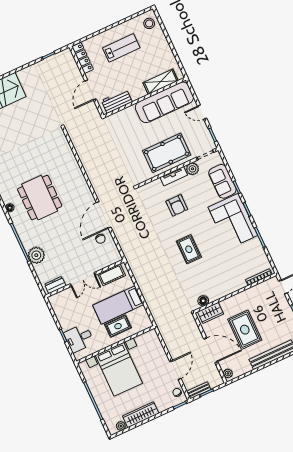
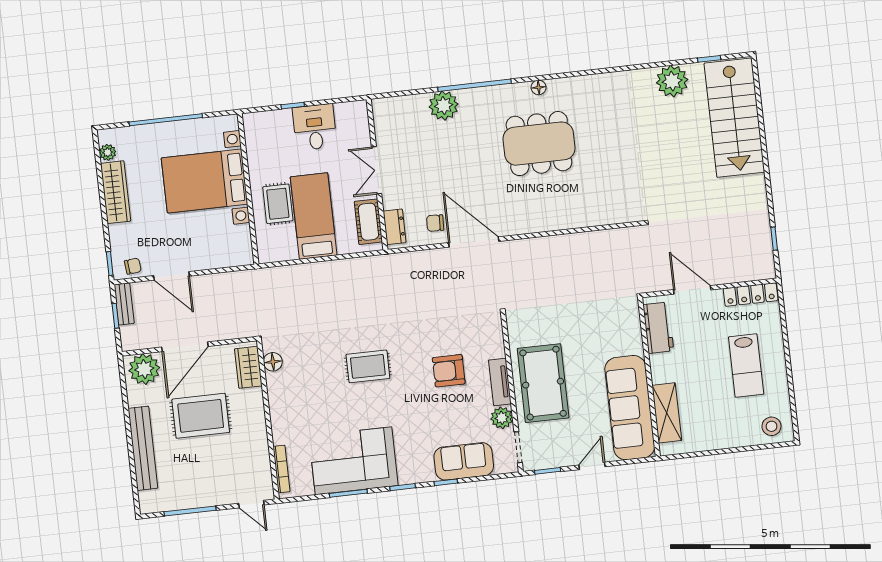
corner sofa: (233, 221) -> (353, 461), moved
dresser: (55, 285) -> (395, 227), moved
desk: (79, 338) -> (315, 127), moved
plant: (228, 373) -> (144, 369), width x1.88, depth x1.88

